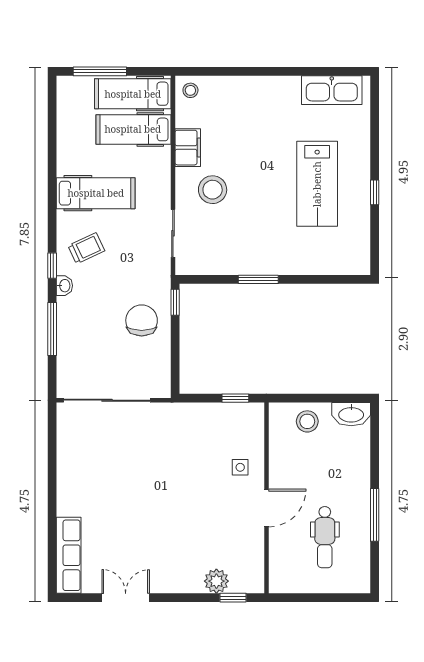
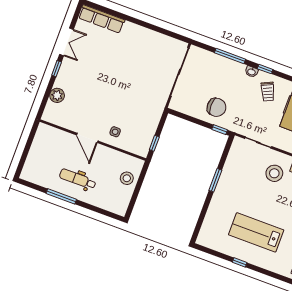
washbasin: (351, 414) -> (122, 204), removed
dental chair: (325, 537) -> (78, 179), moved
window: (233, 598) -> (57, 69), moved

